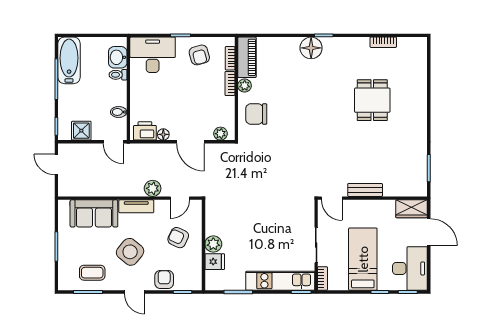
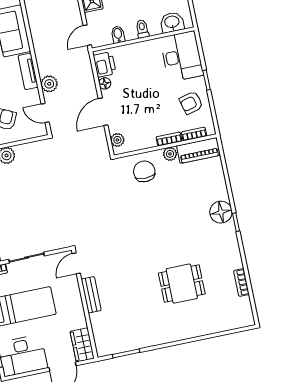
toilet: (118, 75) -> (142, 29), moved

